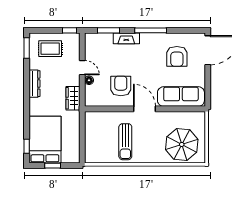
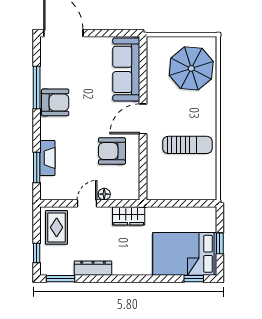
window: (70, 30) -> (37, 253), moved
window: (151, 30) -> (37, 88), moved
fireplace: (126, 38) -> (47, 158), moved
rug: (50, 49) -> (57, 227), moved
armchair: (177, 56) -> (55, 102), moved
dresser: (34, 84) -> (93, 268), moved

